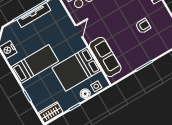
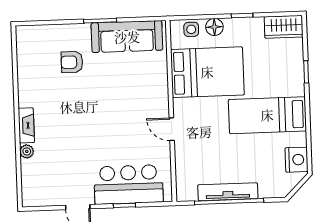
armchair: (143, 26) -> (72, 62), moved
door: (79, 31) -> (172, 129), hinge flipped
sofa: (105, 57) -> (127, 37), moved, turned -90

